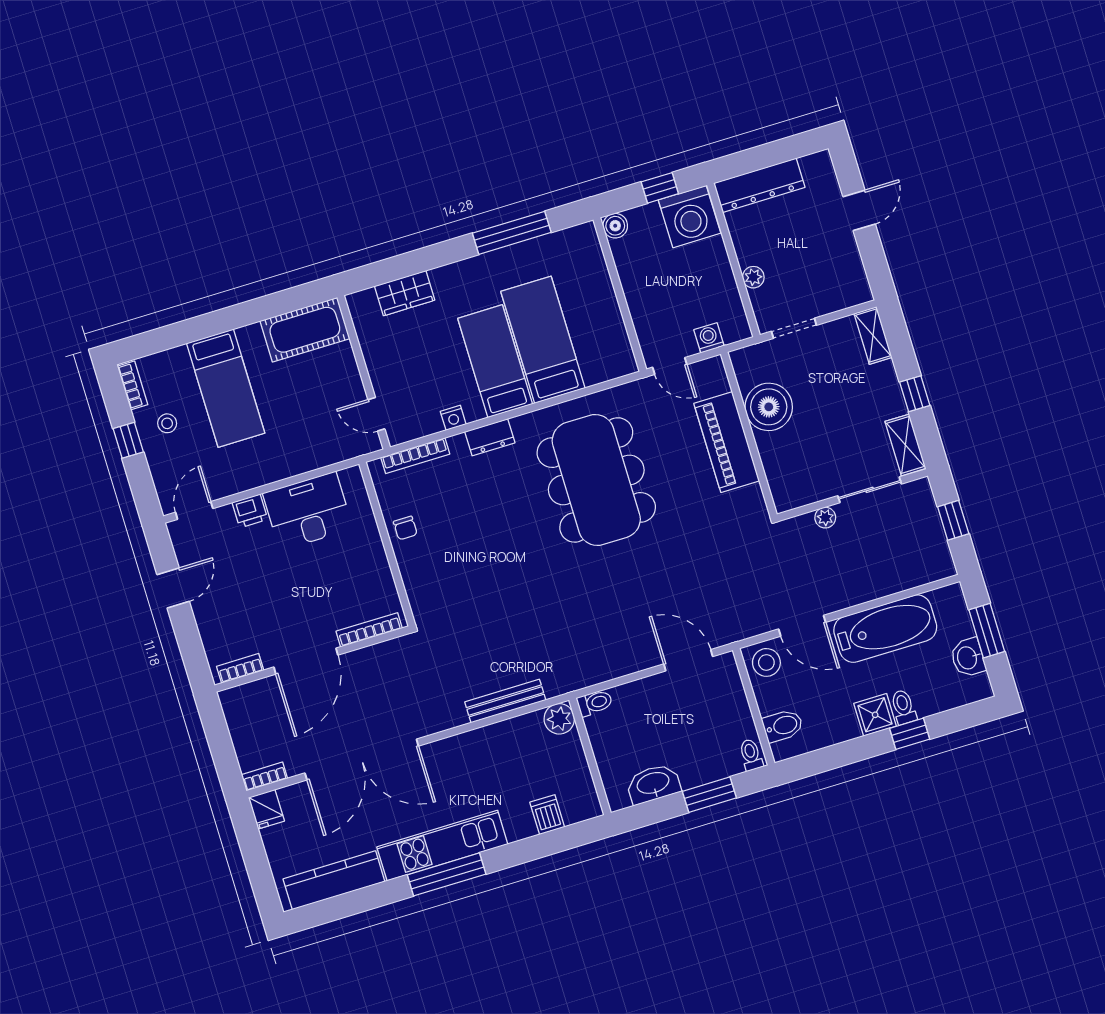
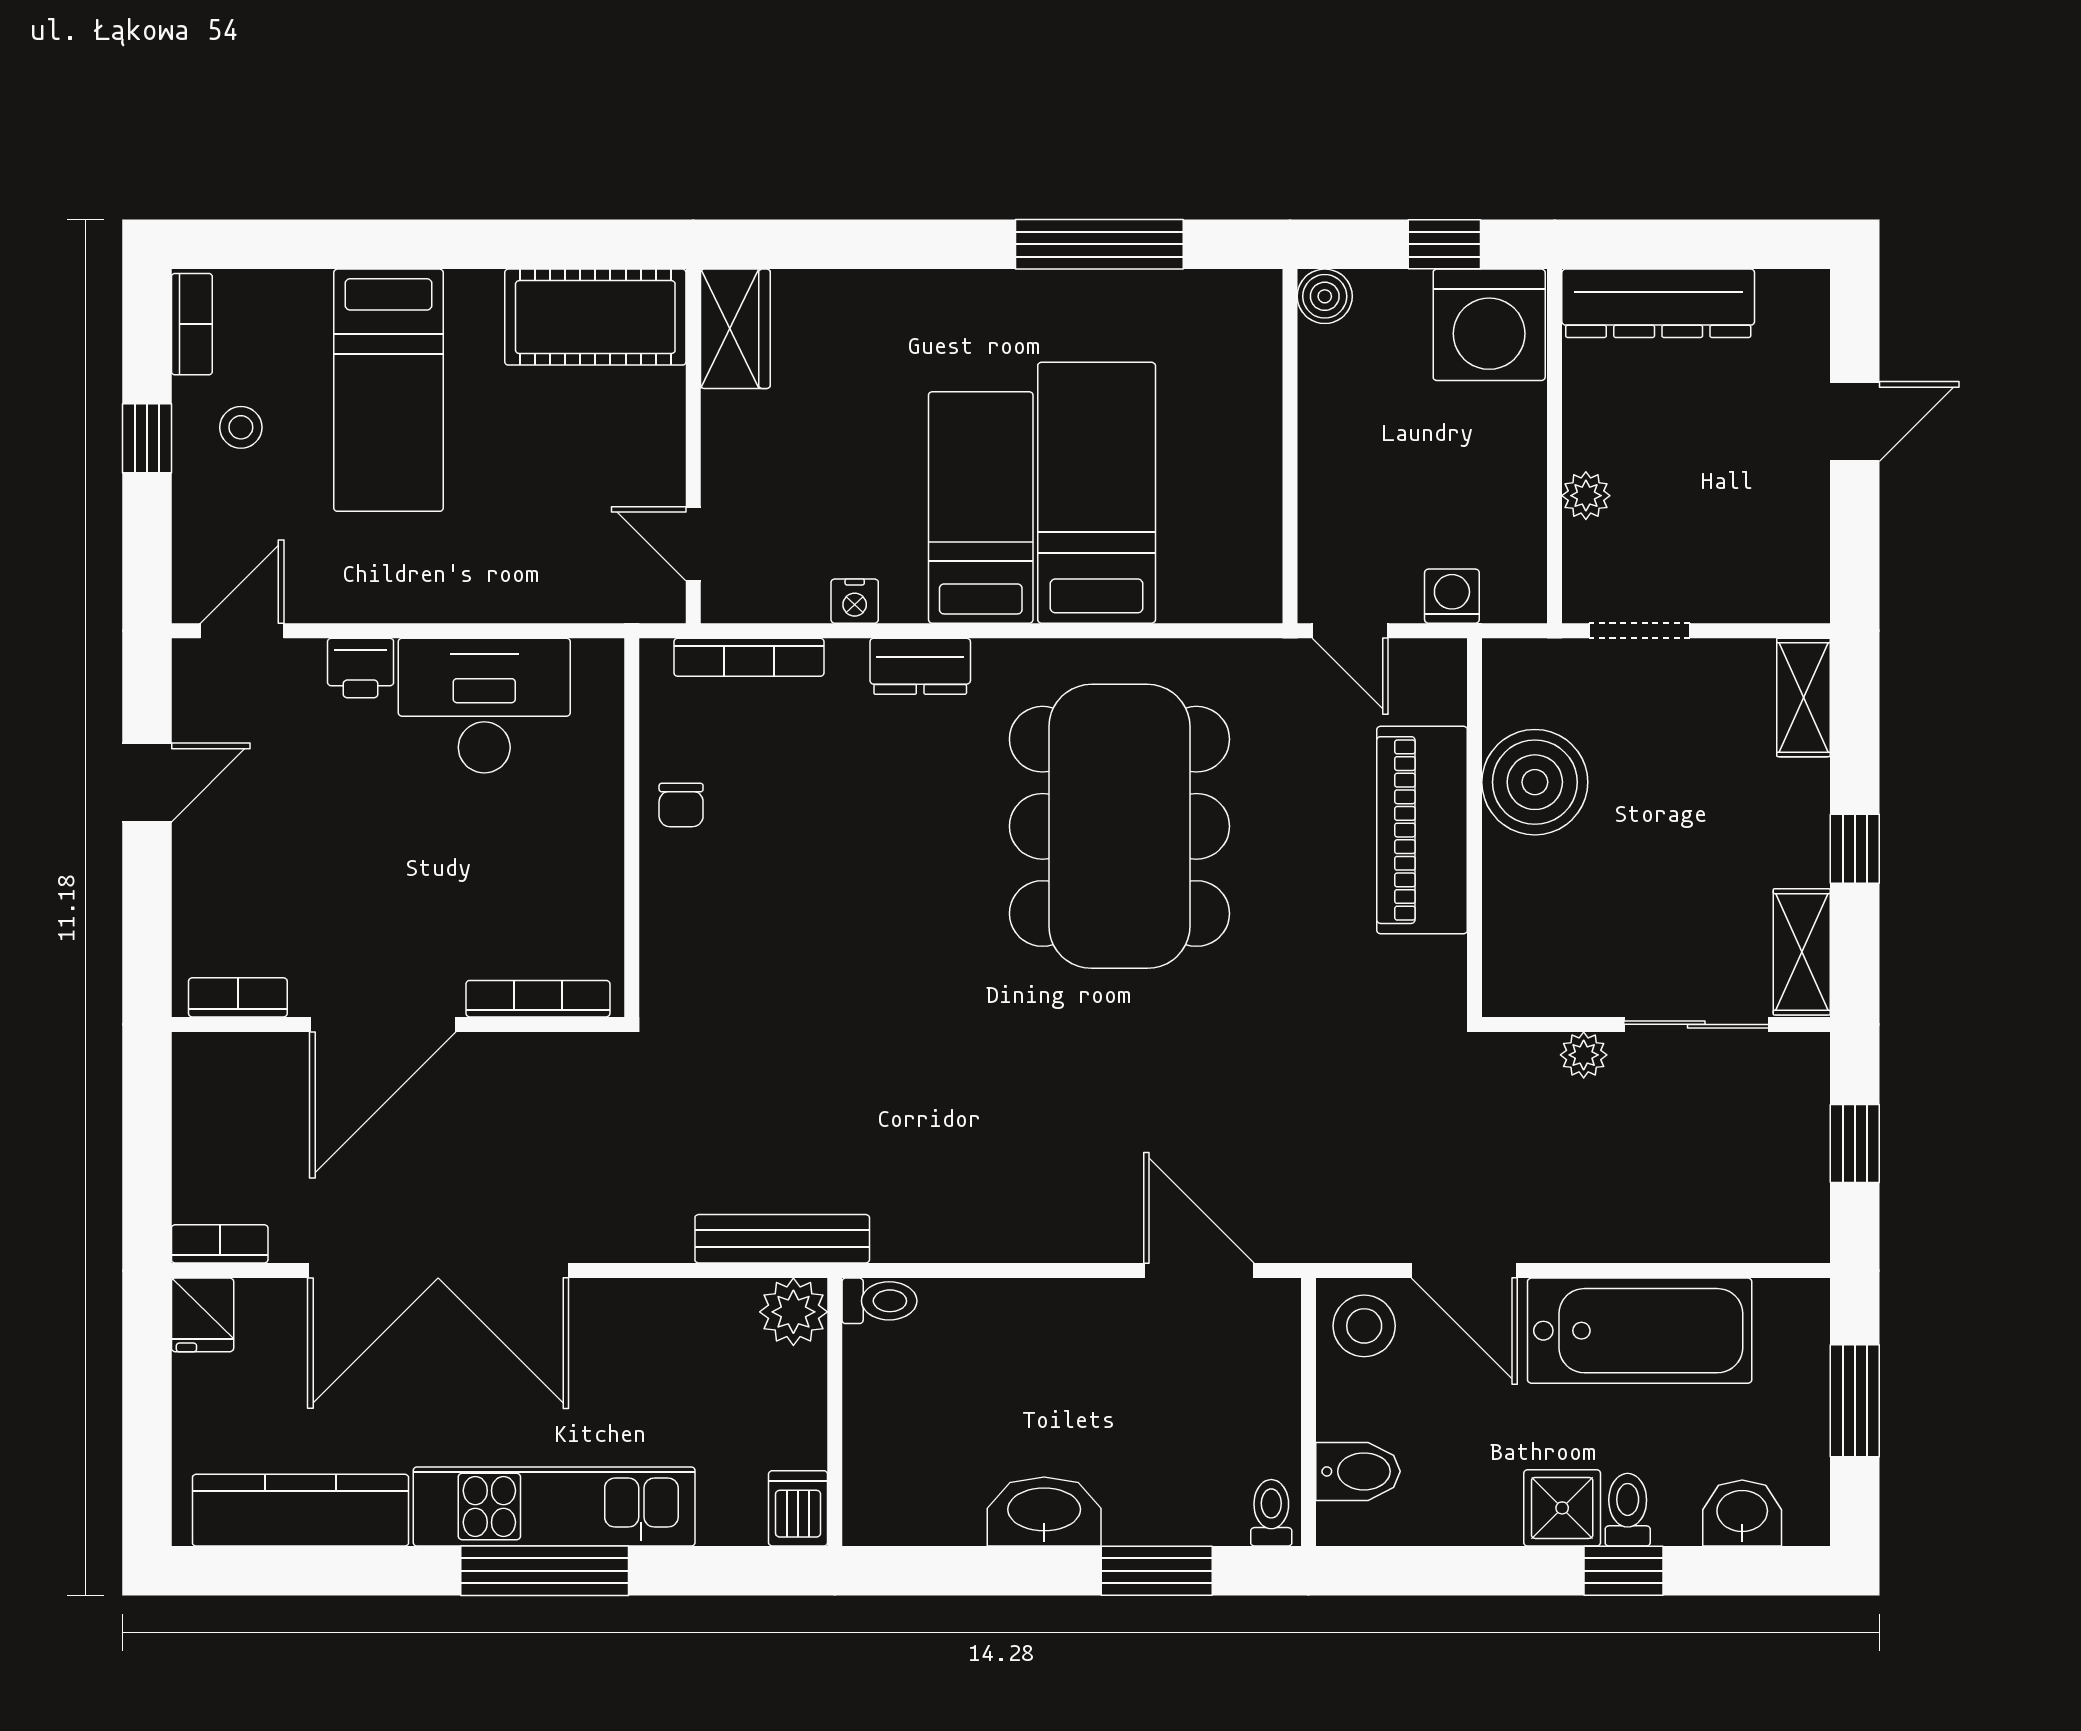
wardrobe: (405, 293) -> (735, 329), moved, turned -90
washbasin: (968, 658) -> (1742, 1513), moved, turned 90
toilet: (595, 703) -> (879, 1301), moved
plant: (559, 719) -> (793, 1312), moved
wall: (590, 756) -> (835, 1412), moved

